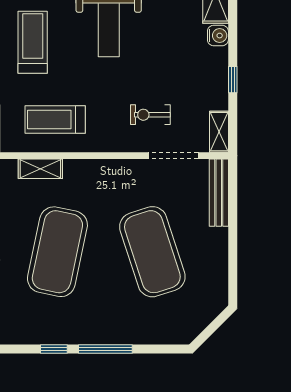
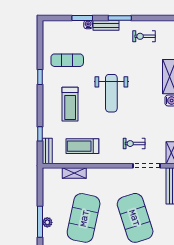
treadmill: (33, 42) -> (70, 104), turned 180

